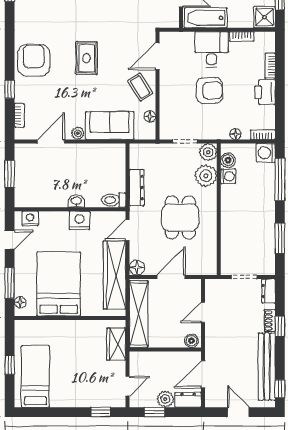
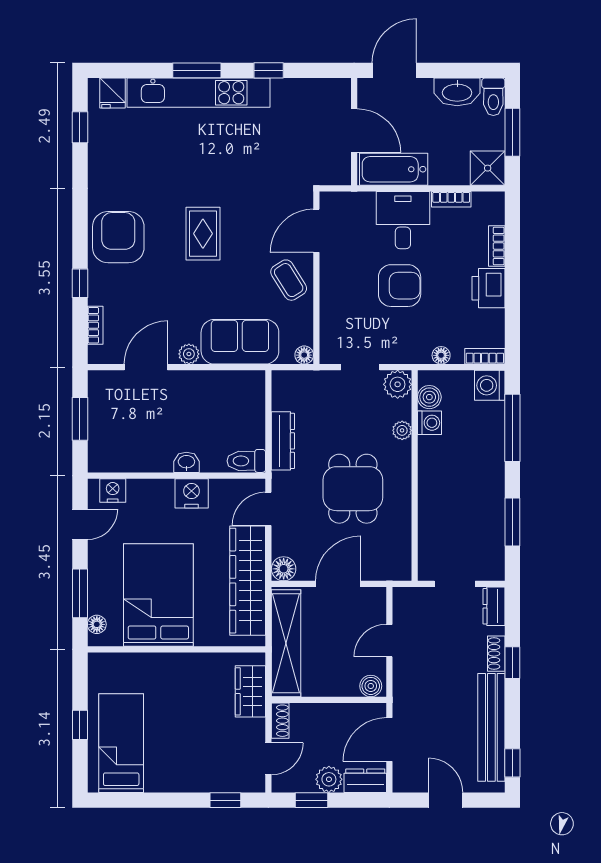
floor lamp: (150, 116) -> (304, 355), moved
plant: (206, 176) -> (402, 430), width x0.53, depth x0.53
shoe rack: (135, 362) -> (280, 721), added

